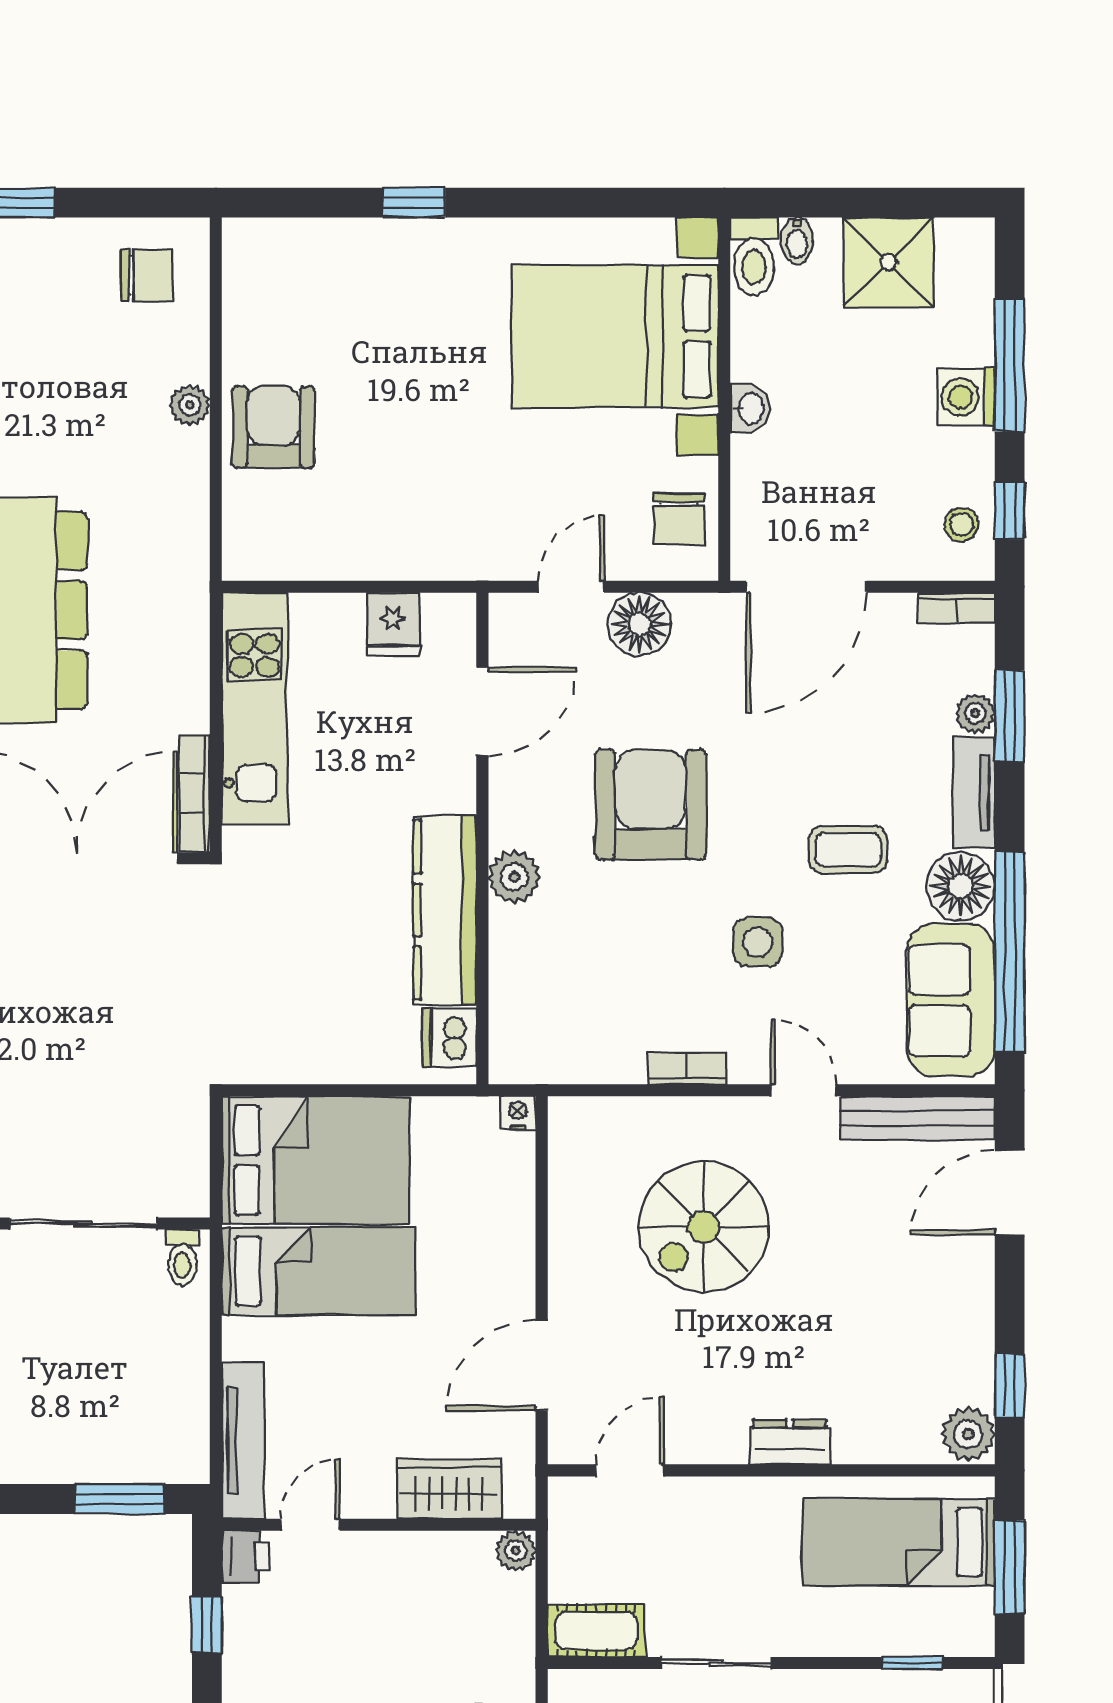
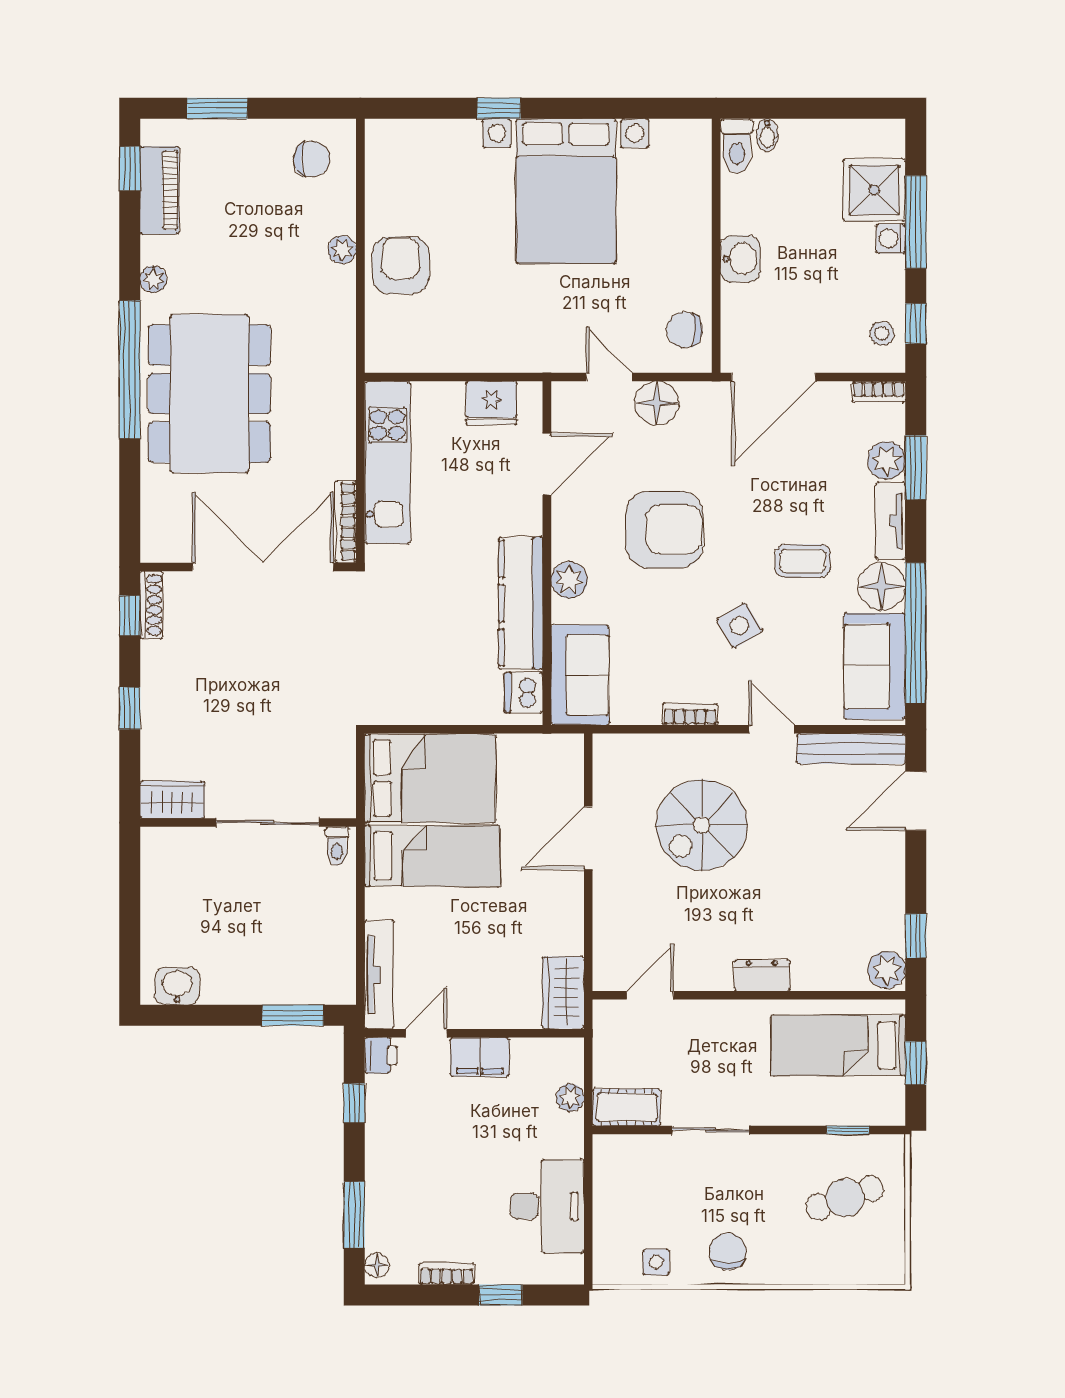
shower: (889, 262) -> (874, 190), moved
bed with nightstands: (615, 336) -> (566, 191), moved, turned -90
washing machine: (966, 397) -> (891, 239), width x0.73, depth x0.73
washbasin: (750, 408) -> (740, 259), width x1.38, depth x1.45
chair: (679, 519) -> (684, 330), turned 90
door: (571, 587) -> (609, 377), hinge flipped
fridge: (393, 624) -> (491, 403), width x1.38
plant: (975, 713) -> (887, 461), width x1.38, depth x1.38
armchair: (650, 805) -> (664, 529), turned 90
side table: (758, 942) -> (740, 626), turned -31
sofa: (530, 1013) -> (580, 675), added
nightstand: (518, 1113) -> (572, 745), removed
door: (542, 1365) -> (588, 838), moved
wardrobe: (449, 1489) -> (563, 992), moved, turned -90
plant: (516, 1551) -> (570, 1097), moved
filing cabinet: (387, 1559) -> (480, 1057), added
window: (1010, 1567) -> (916, 1063), width x0.67

